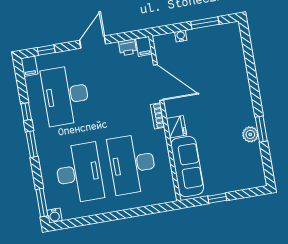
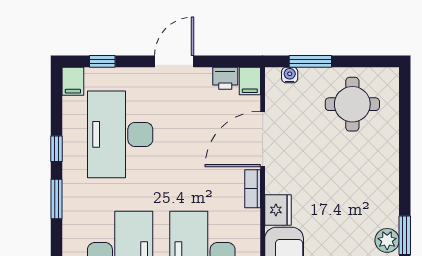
window: (205, 23) -> (310, 61), moved
water cooler: (181, 36) -> (290, 75), moved
round table: (213, 50) -> (352, 104), added
door: (158, 83) -> (263, 139), swing flipped

